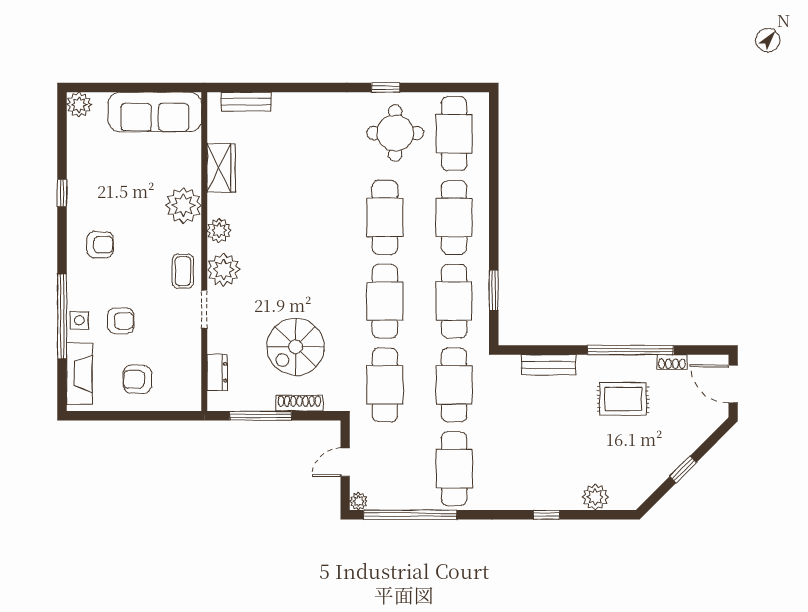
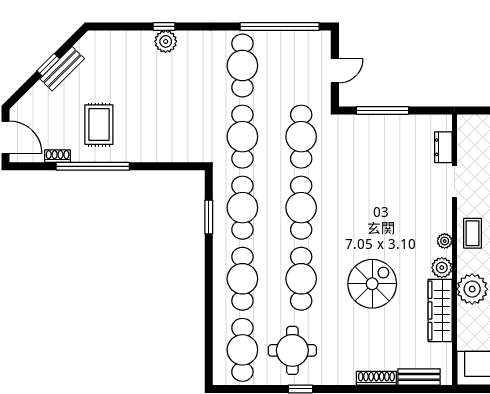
wardrobe: (221, 168) -> (440, 310), width x1.50
plant: (224, 270) -> (445, 241), width x0.53, depth x0.53
doorway: (204, 309) -> (454, 181), moved
spiral stairs: (296, 347) -> (372, 284), moved
bench: (549, 365) -> (62, 69), moved, turned -45
rug: (623, 399) -> (99, 125), turned 90
shoe rack: (299, 403) -> (376, 378), moved, turned 180
window: (261, 416) -> (383, 110), moved
plant: (595, 497) -> (166, 41), moved
plant: (359, 501) -> (324, 38), removed

